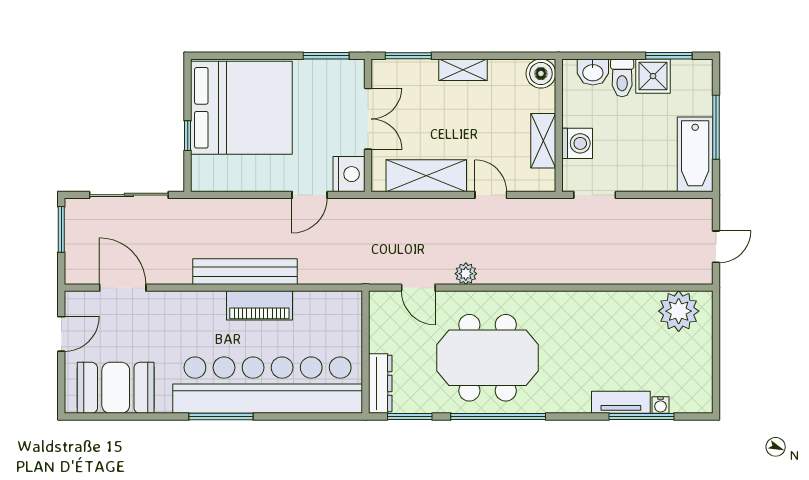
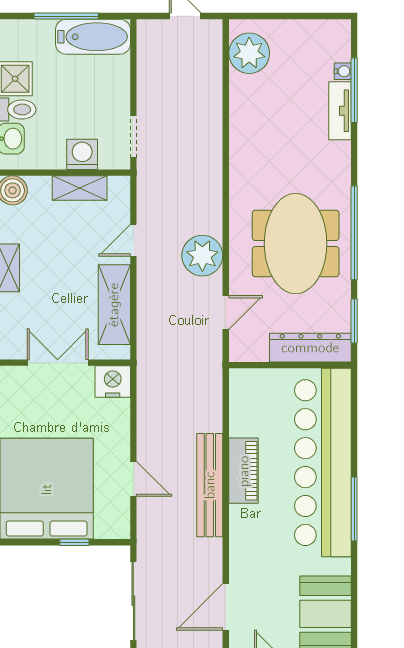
door: (310, 195) -> (133, 479), moved
plant: (466, 274) -> (202, 256), width x1.88, depth x1.88
dresser: (380, 383) -> (310, 348), width x1.37, depth x1.24

